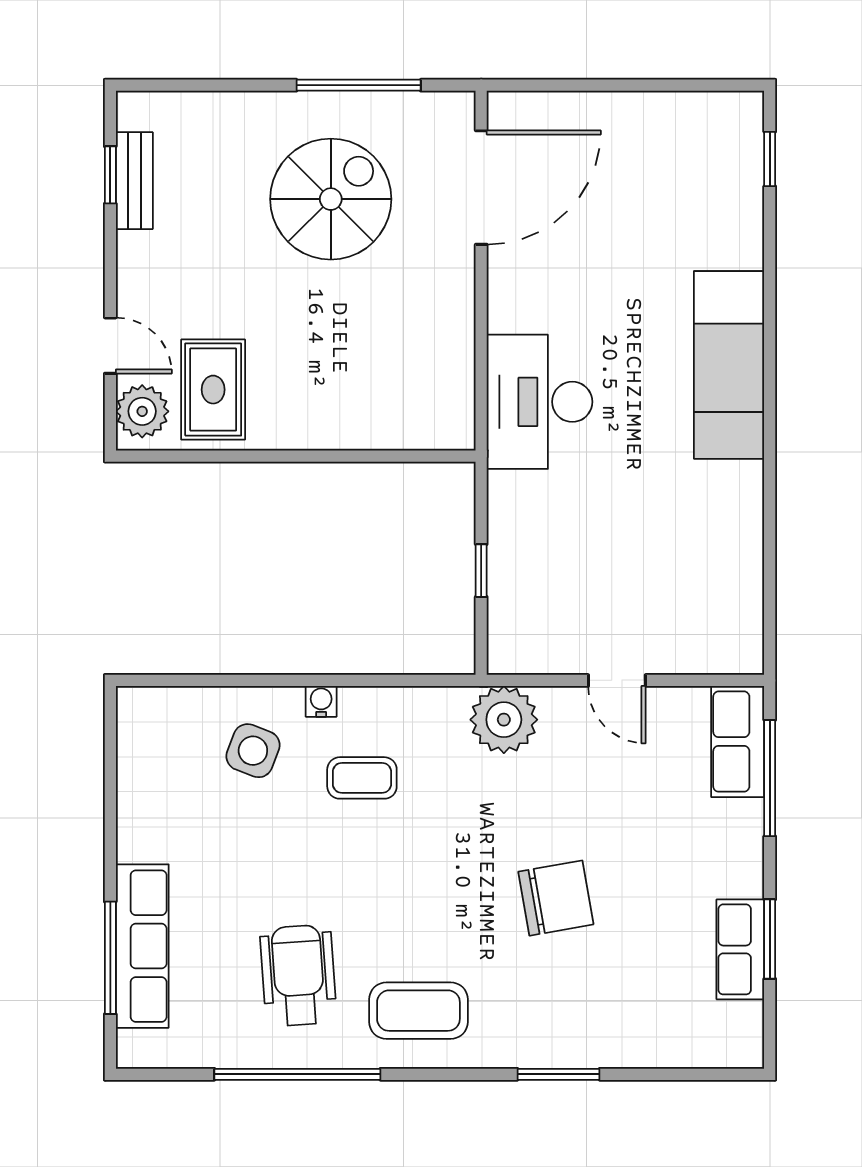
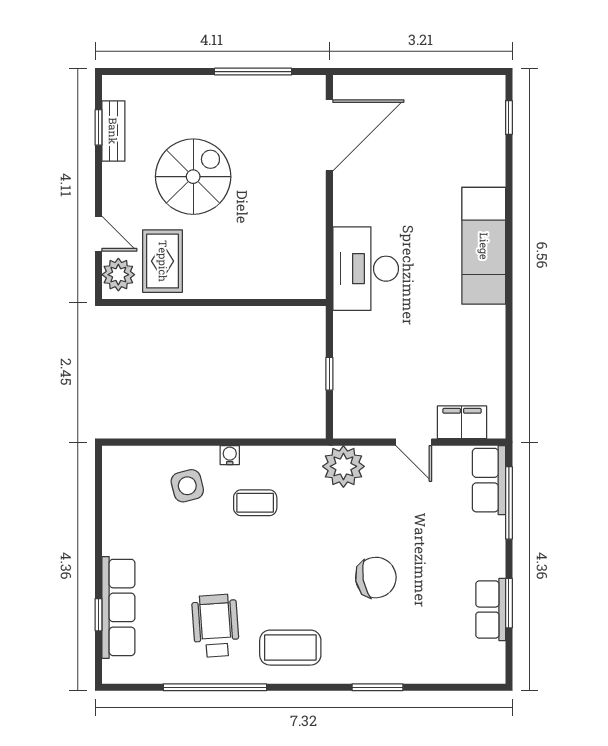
spiral stairs: (331, 199) -> (193, 177), moved
filing cabinet: (694, 649) -> (462, 422), added
side table: (253, 751) -> (187, 486), turned -35
window: (110, 958) -> (99, 615), width x0.46

